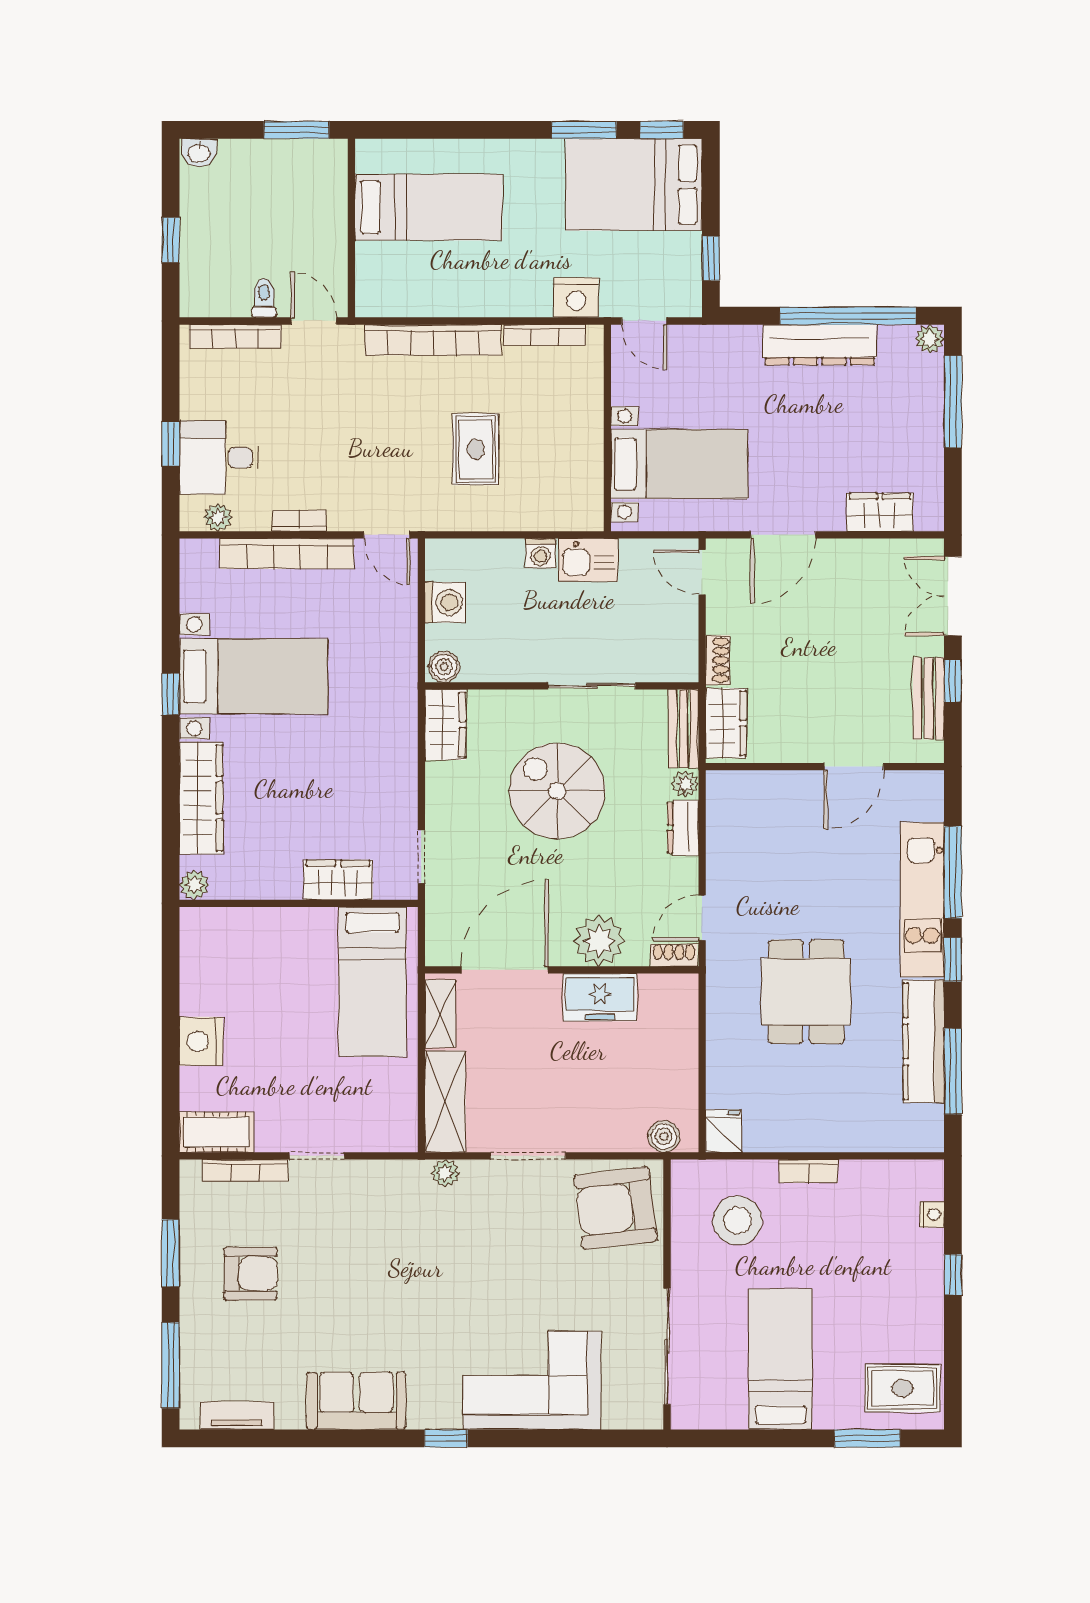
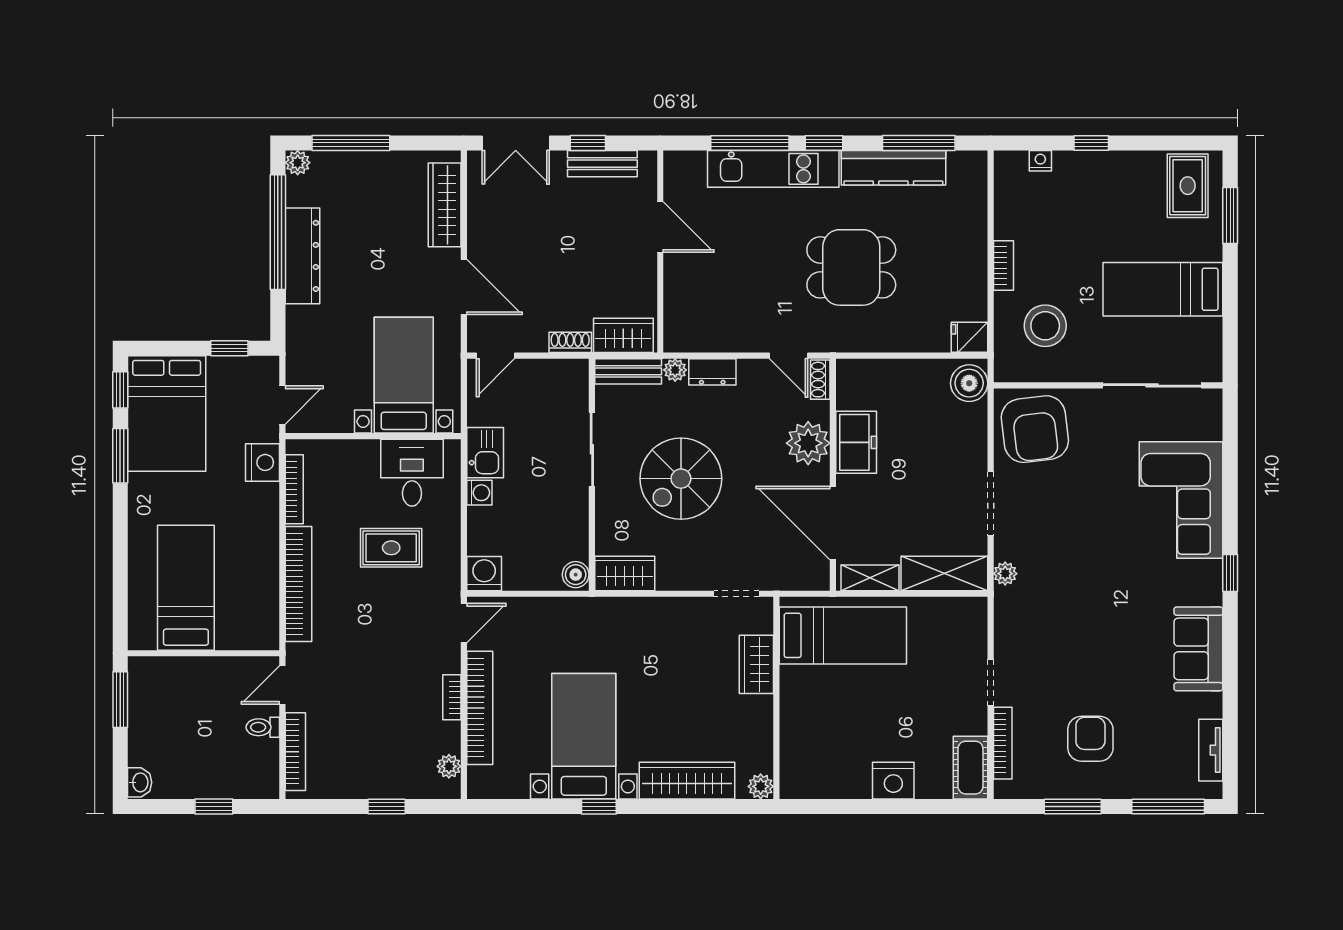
desk: (219, 458) -> (412, 473), moved, turned 180
wardrobe: (880, 512) -> (445, 205), width x1.50
washing machine: (445, 602) -> (484, 574), moved
boiler: (664, 1136) -> (969, 383), width x1.36, depth x1.36

